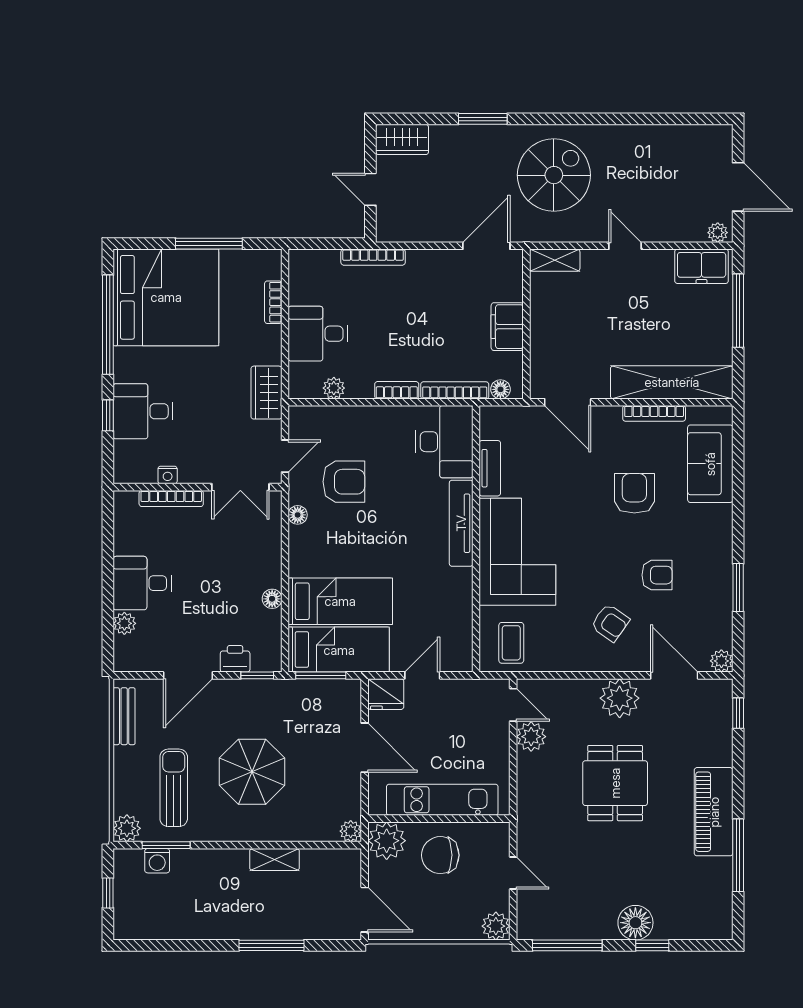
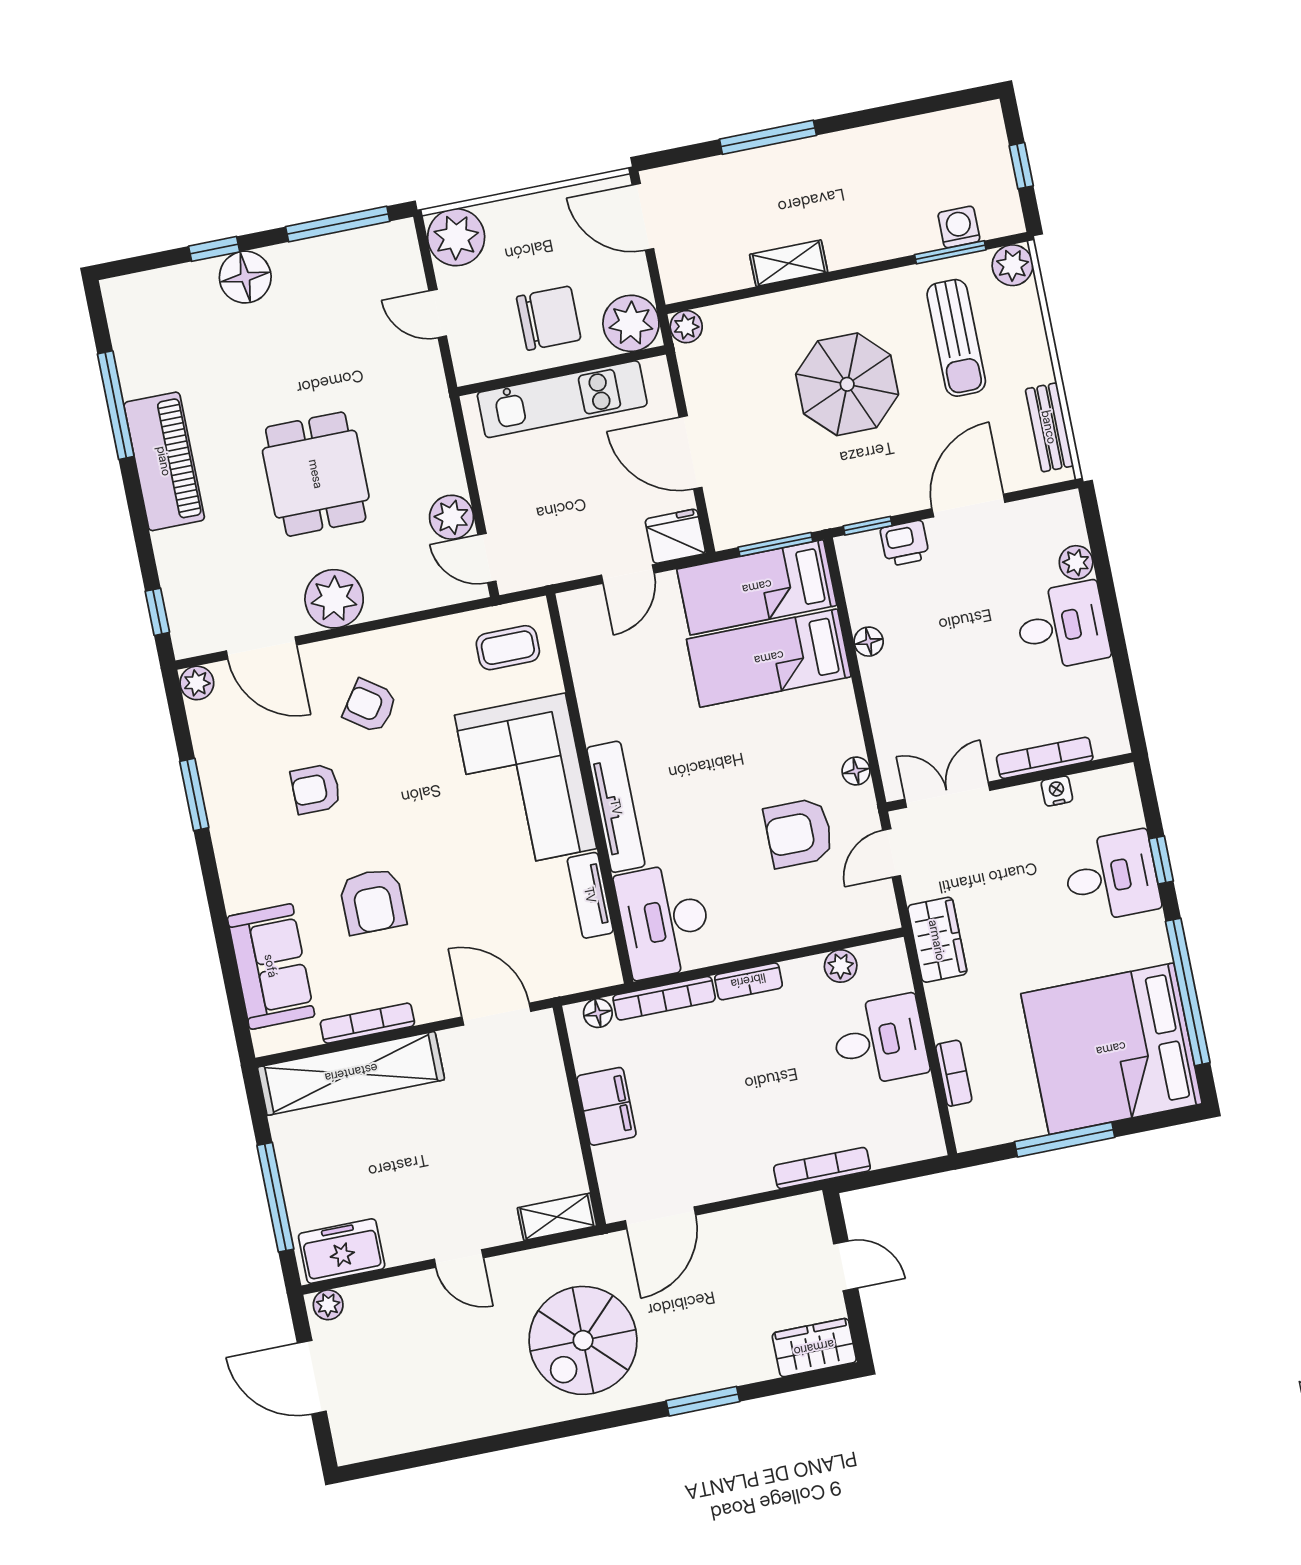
coffee table: (511, 643) -> (508, 648), turned 90
plant: (496, 926) -> (456, 237), width x1.36, depth x1.36

